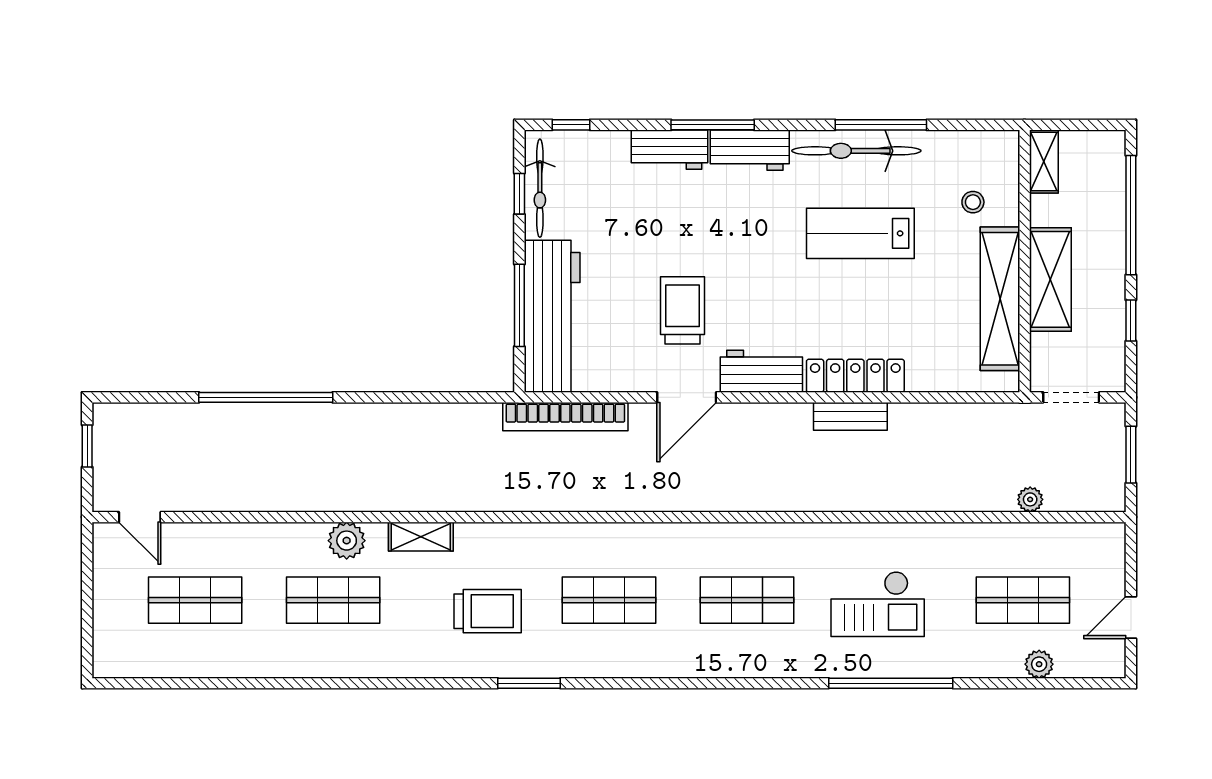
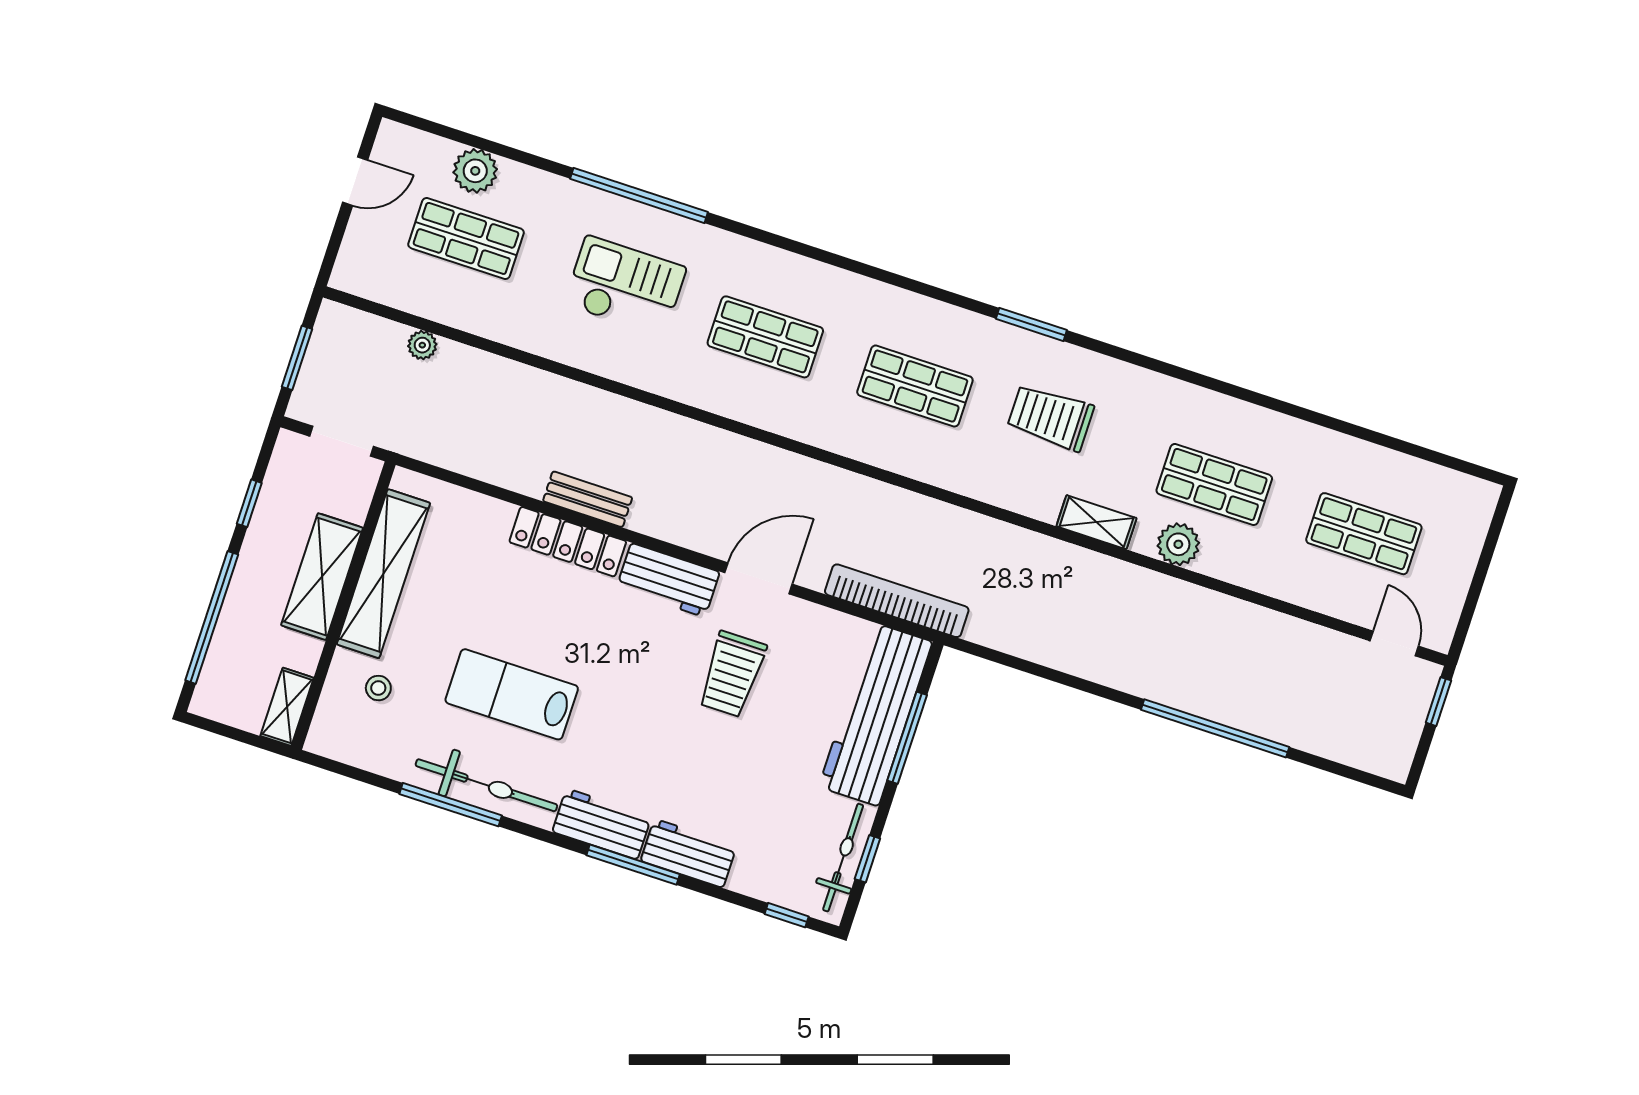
lab bench: (860, 233) -> (512, 694), turned 180
window: (87, 446) -> (1438, 702), moved
plant: (1039, 664) -> (475, 171), width x1.38, depth x1.38

